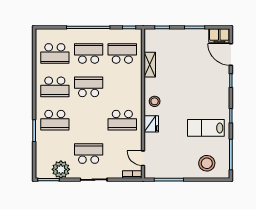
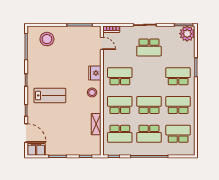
school desk: (89, 87) -> (149, 105), turned 180
school desk: (122, 87) -> (120, 105), added
lab bench: (206, 128) -> (50, 95), moved
plant: (61, 169) -> (187, 34), moved

